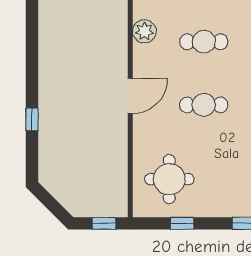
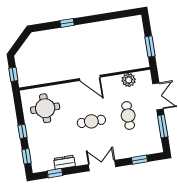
cafe table: (204, 105) -> (91, 121), turned 90
window: (182, 223) -> (22, 131), moved

